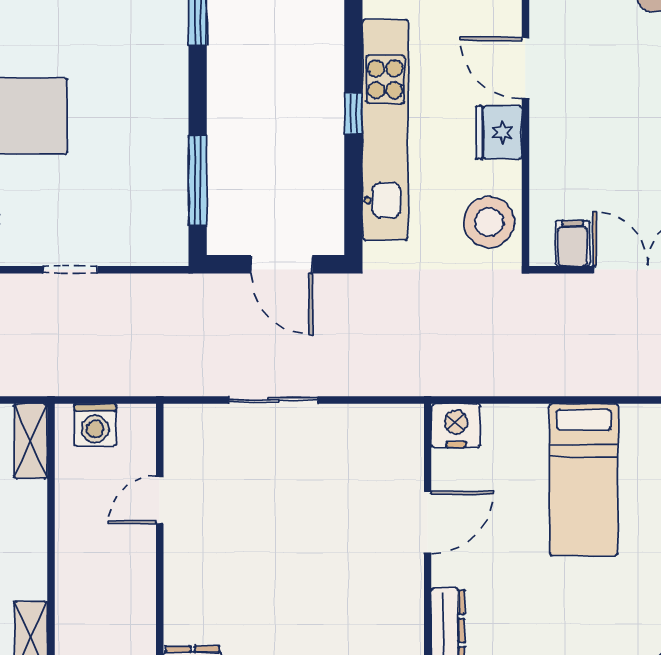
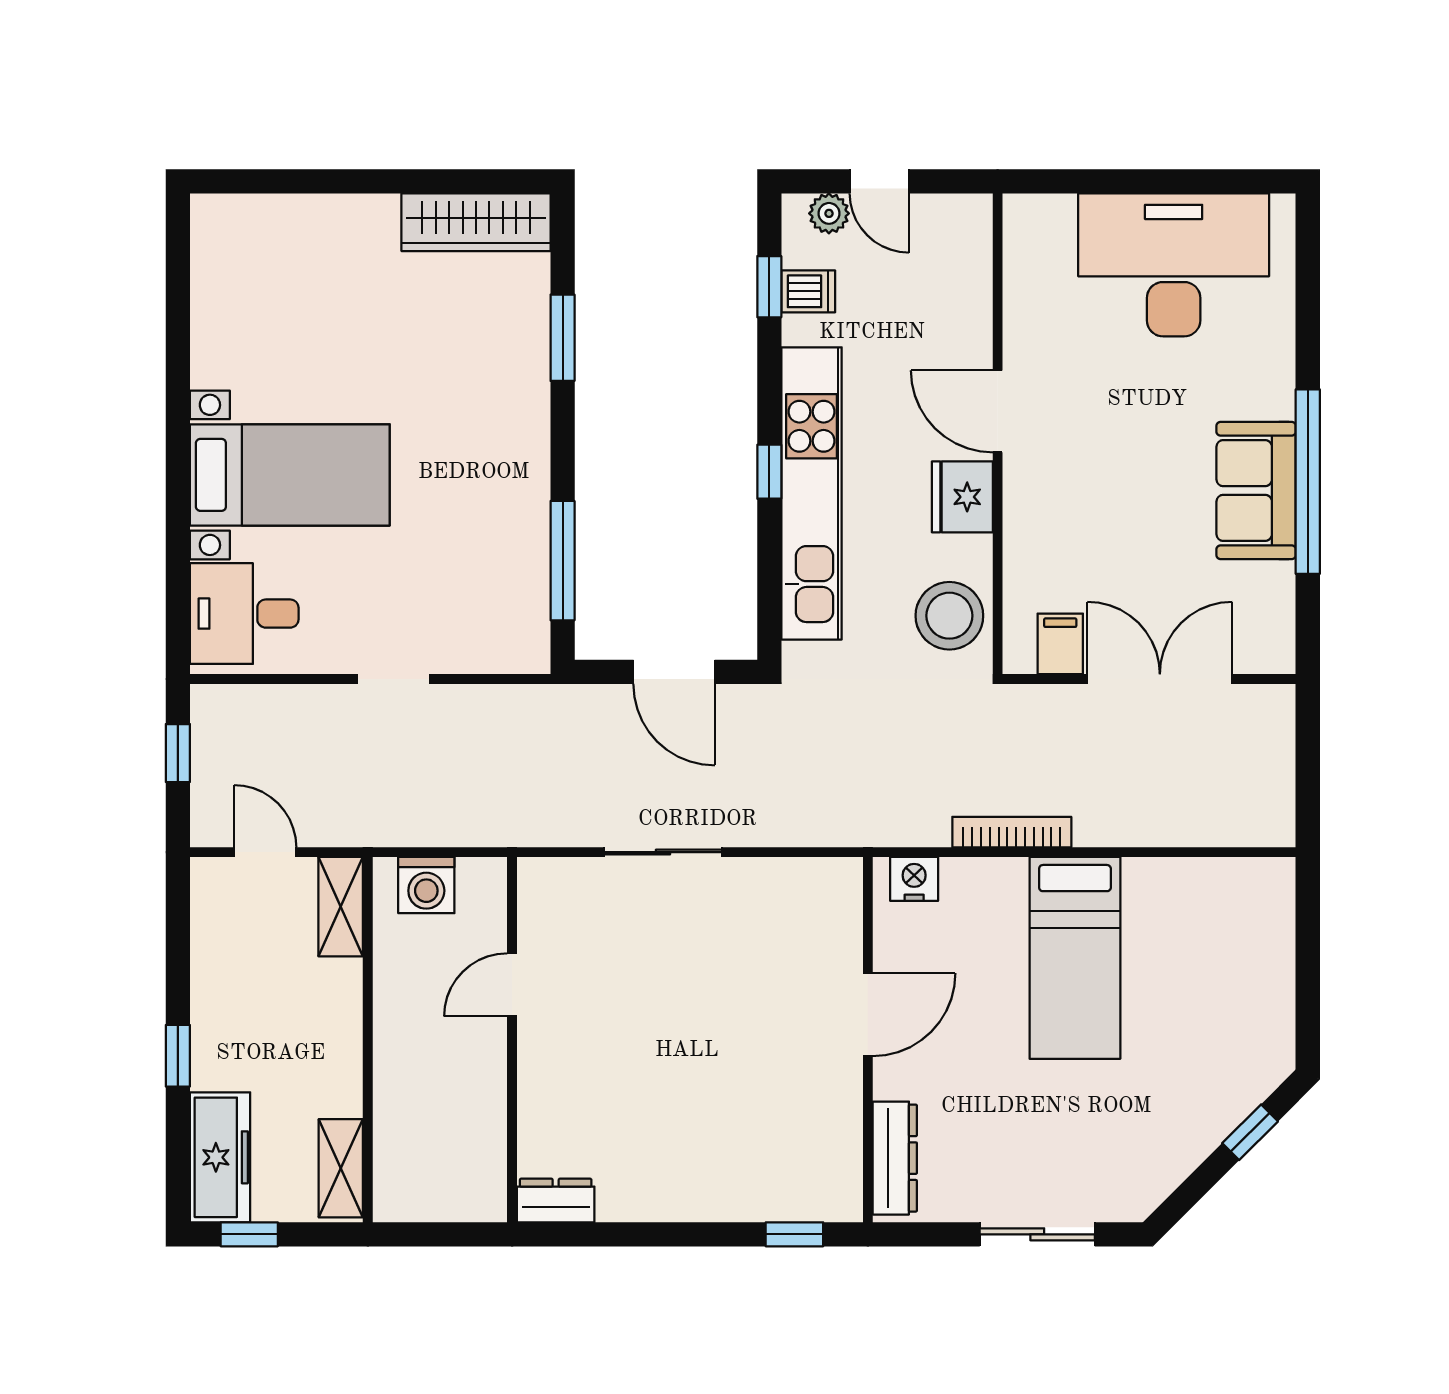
bookcase: (536, 385) -> (1012, 832), added
nightstand: (456, 426) -> (914, 879), width x0.74, depth x0.75

